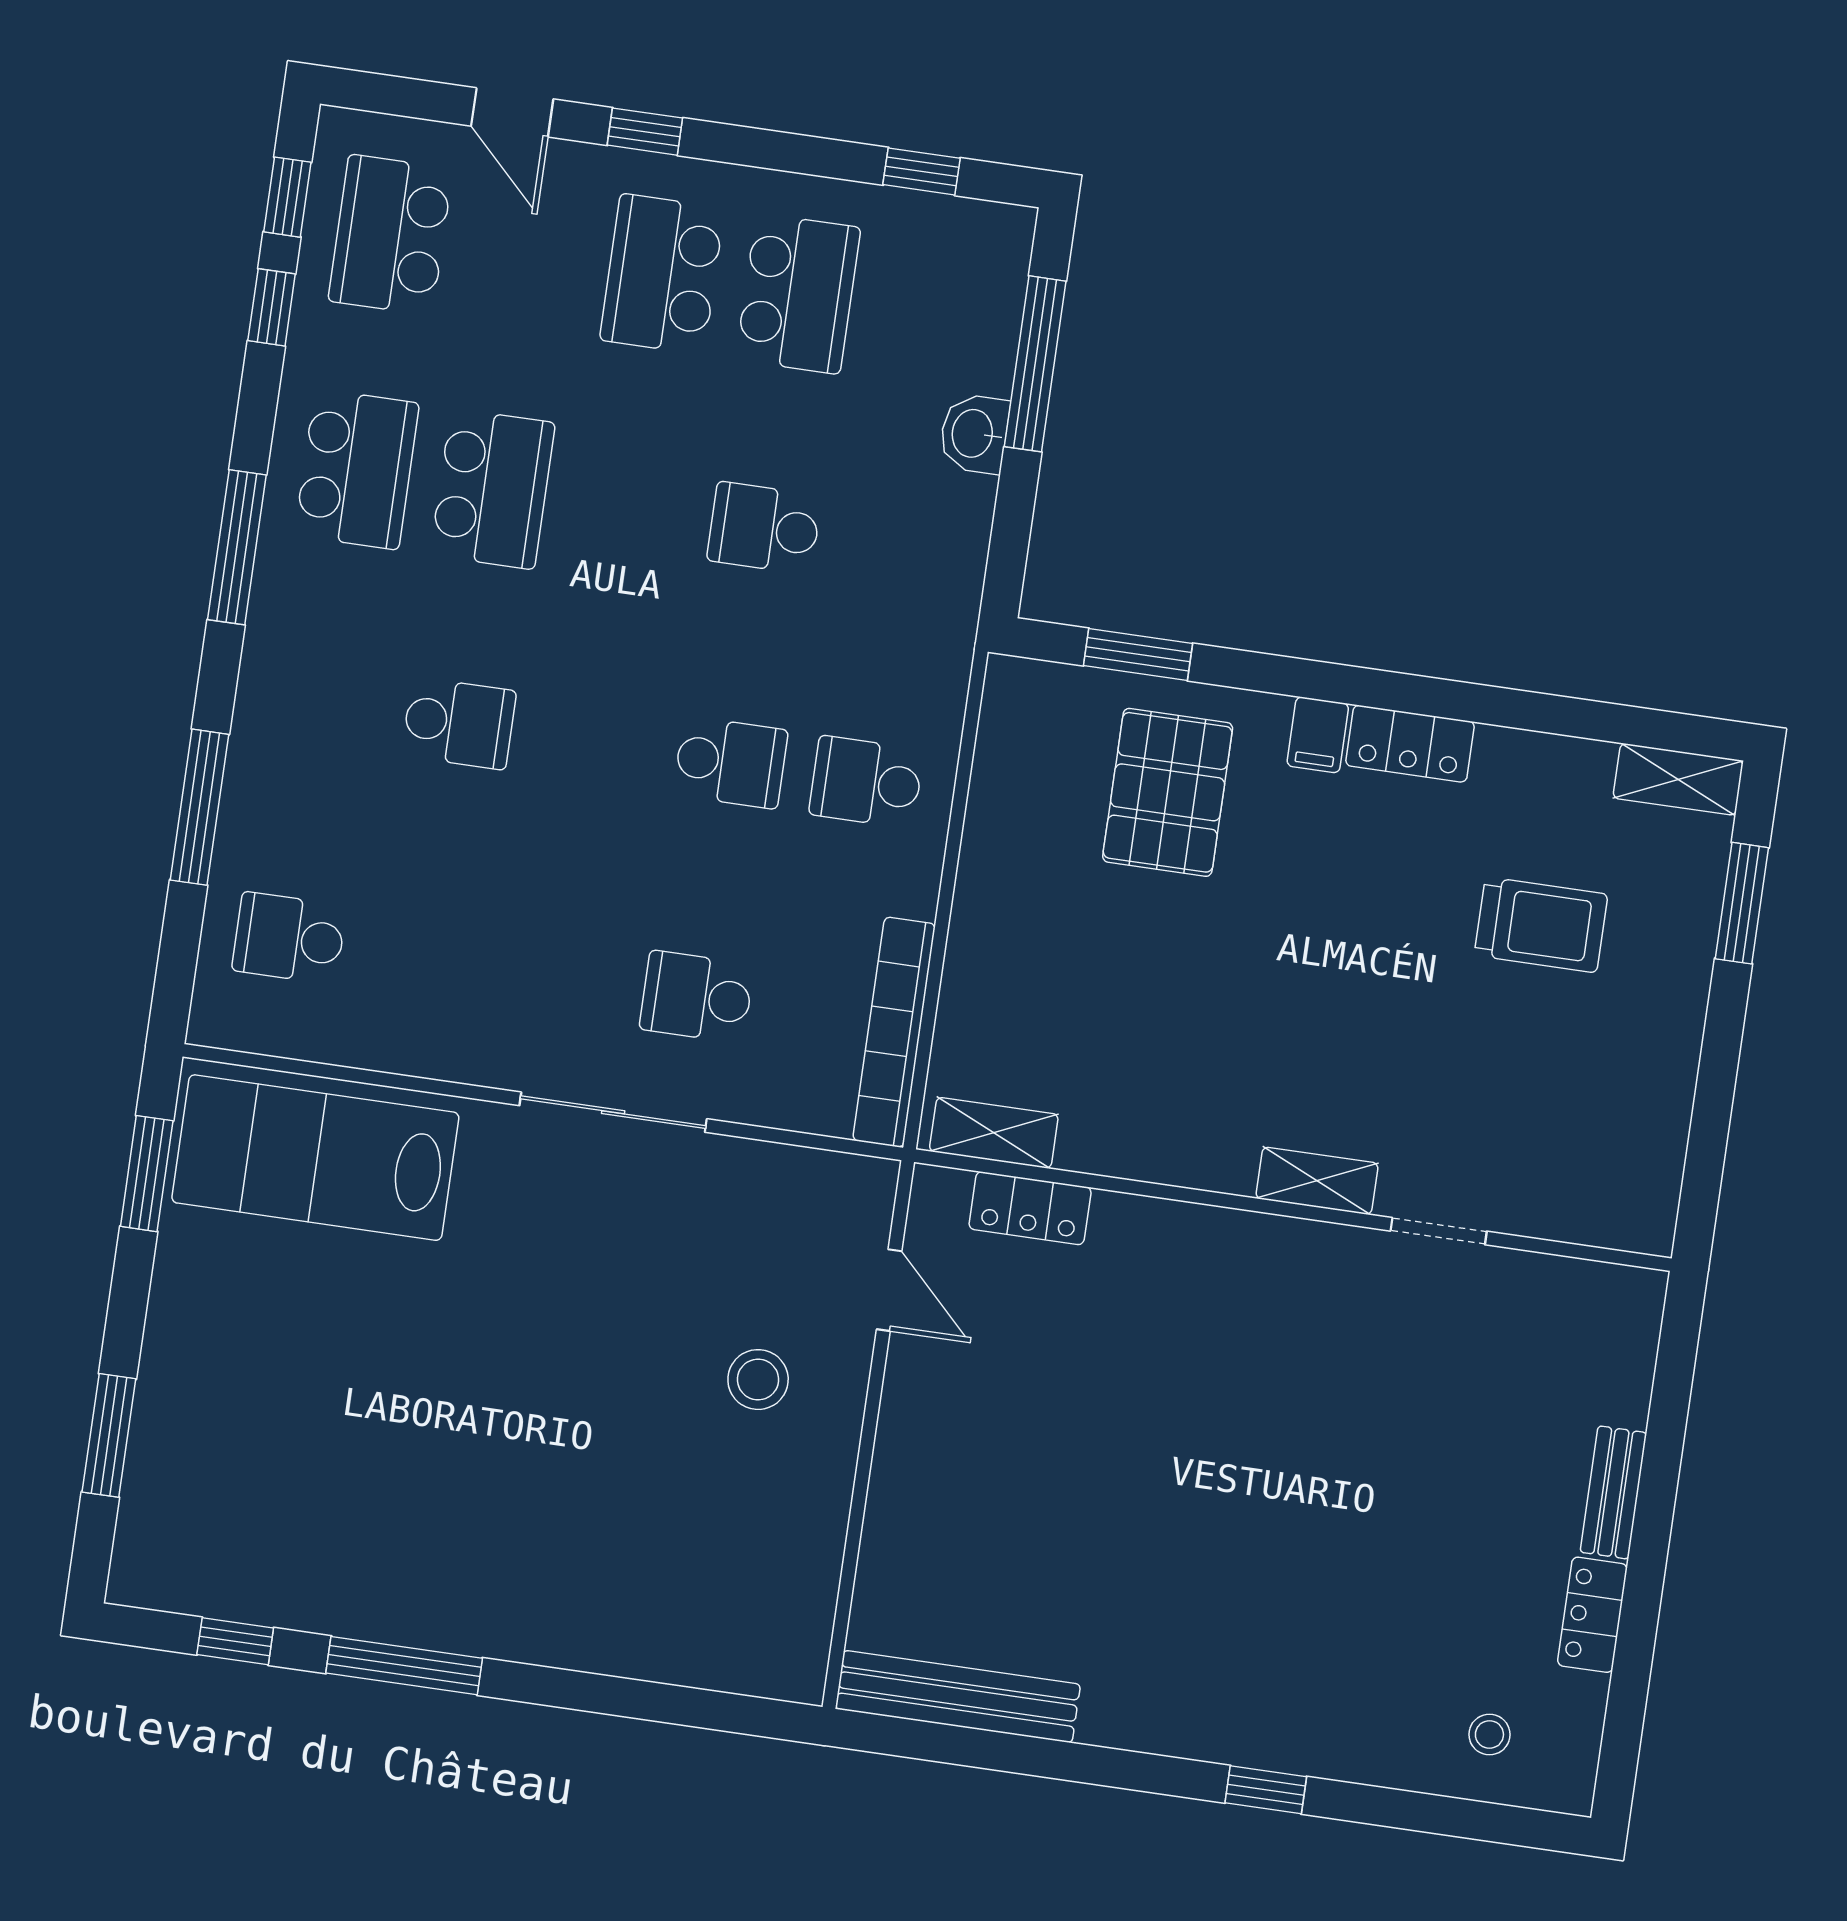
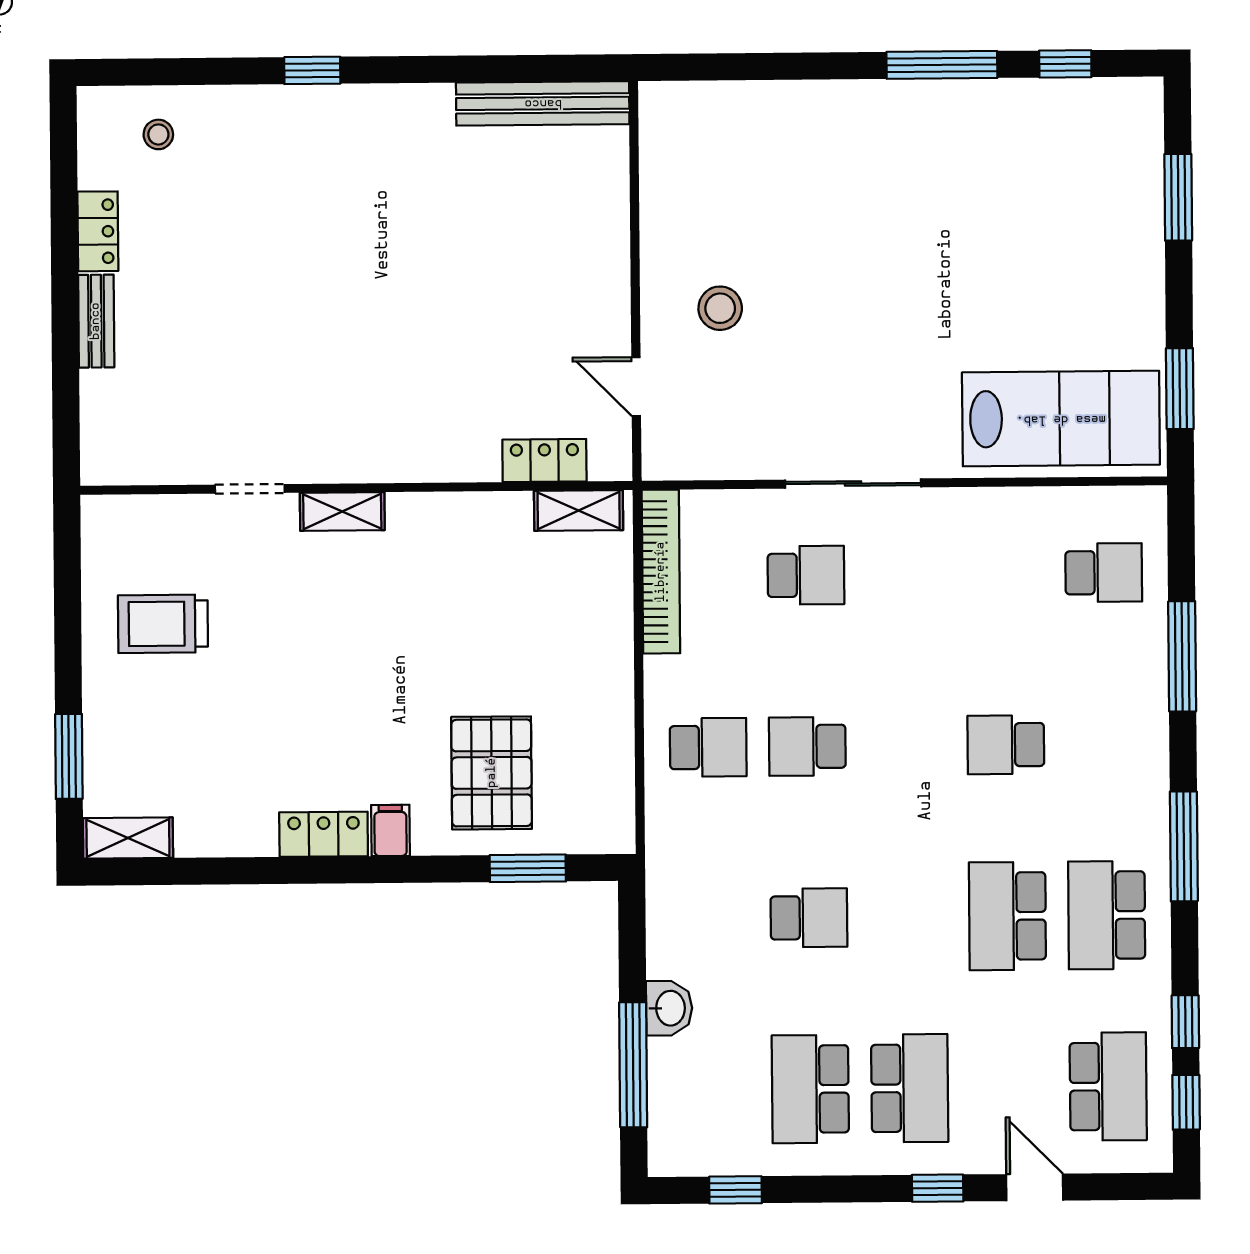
trolley: (1541, 925) -> (163, 624), moved

